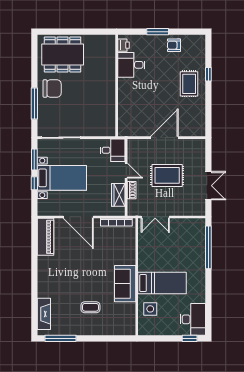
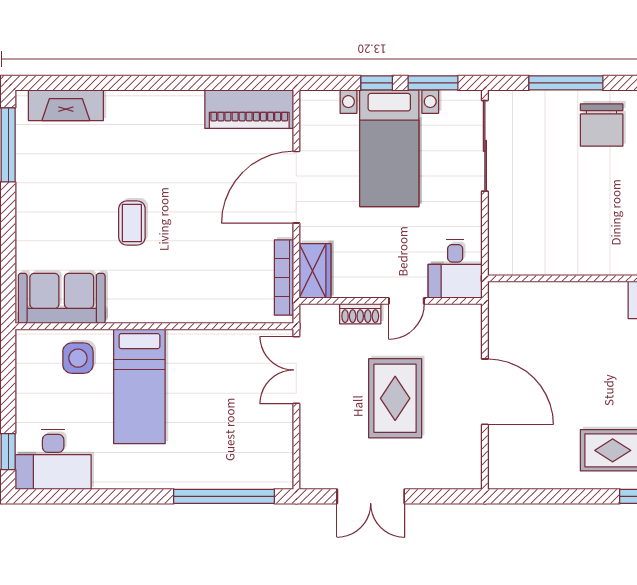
wardrobe: (118, 195) -> (315, 271), moved, turned 90
sofa: (125, 284) -> (62, 298), moved
coffee table: (90, 307) -> (132, 223), moved

